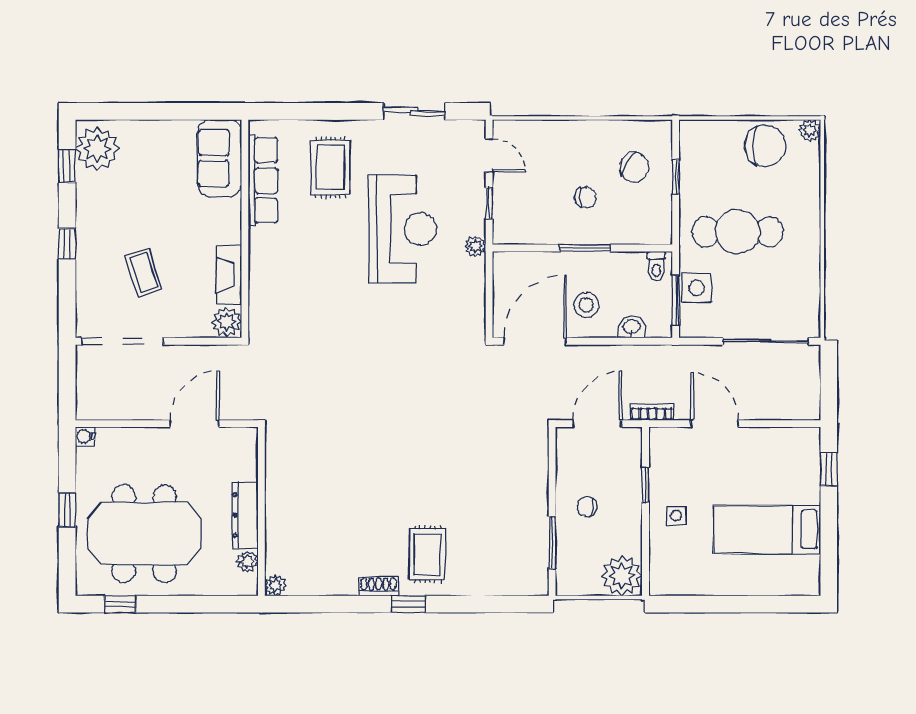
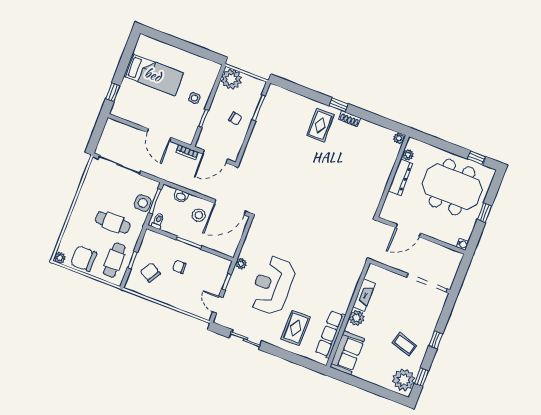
cafe table: (708, 164) -> (114, 260), added
cafe table: (738, 232) -> (113, 222), width x0.73, depth x0.74
coffee table: (144, 273) -> (405, 344), moved, turned -56
plant: (227, 321) -> (357, 318), moved

